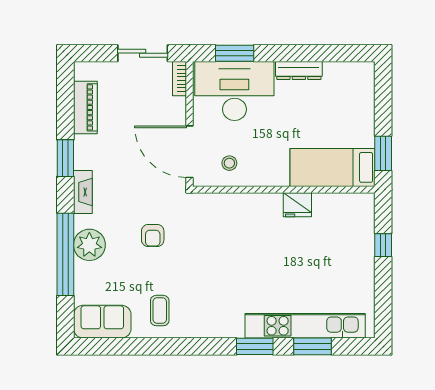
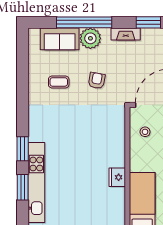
armchair: (153, 236) -> (97, 81), turned 100
coffee table: (160, 311) -> (59, 82), moved
sofa: (102, 322) -> (60, 39), moved, turned 90

